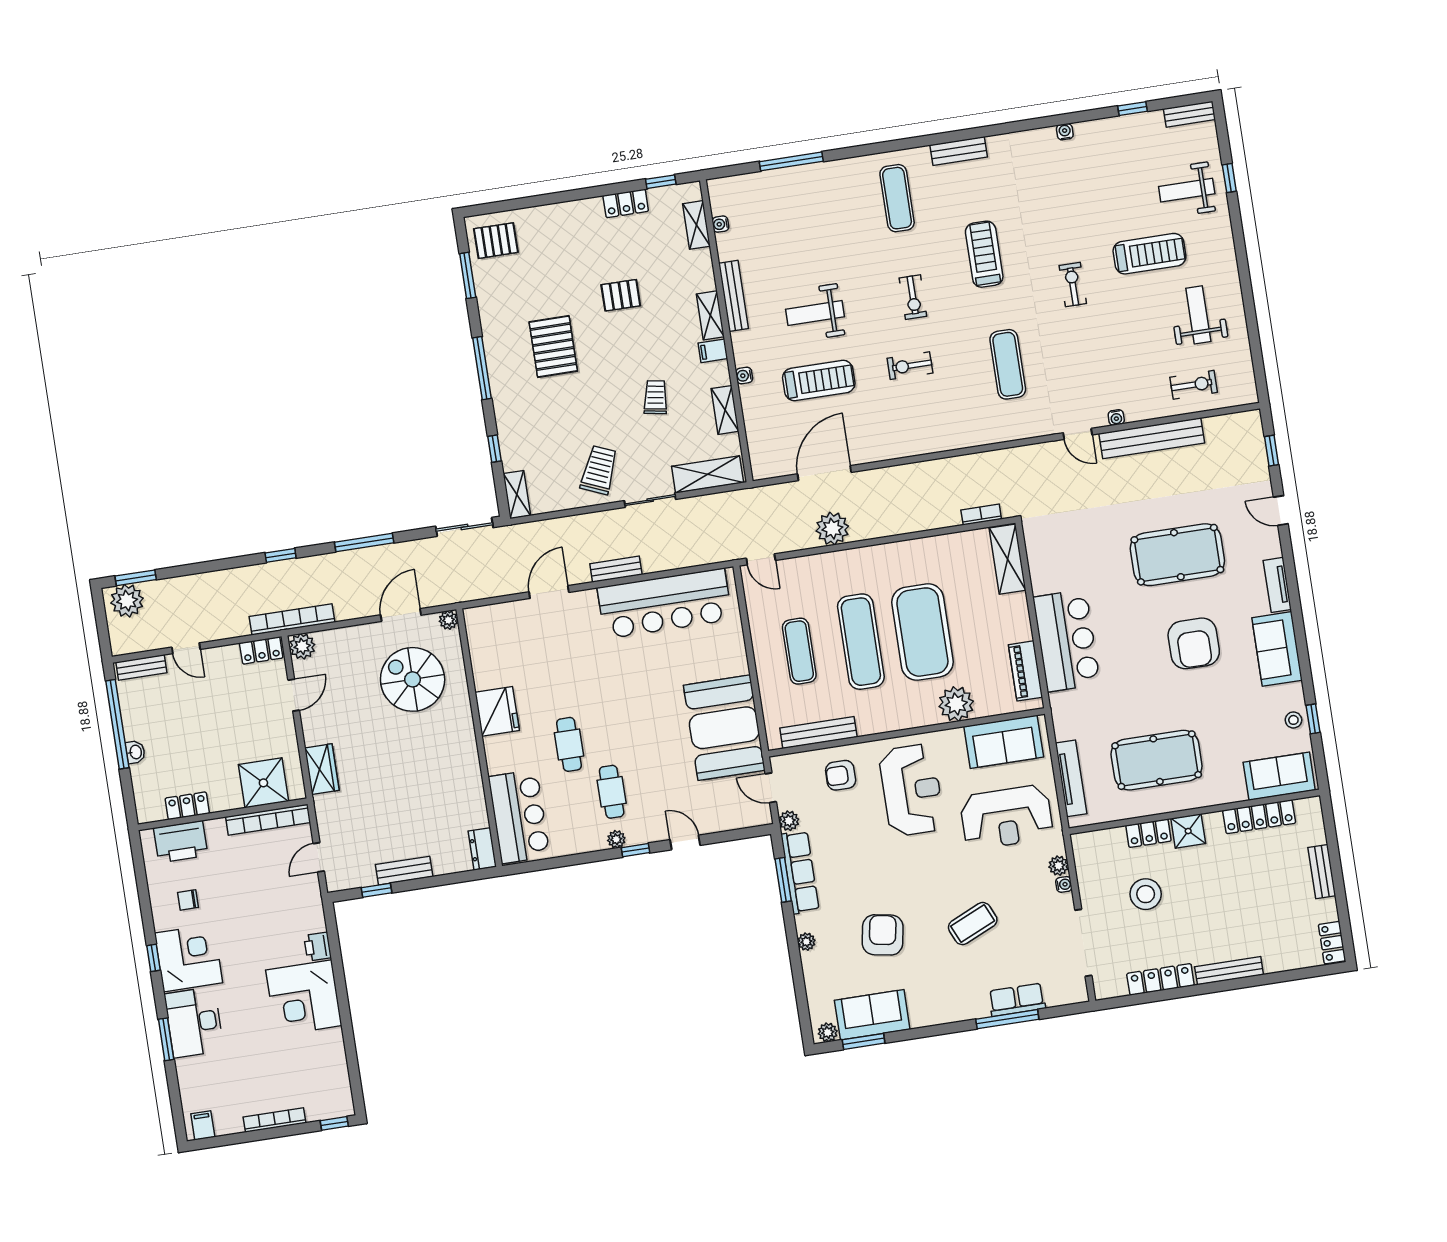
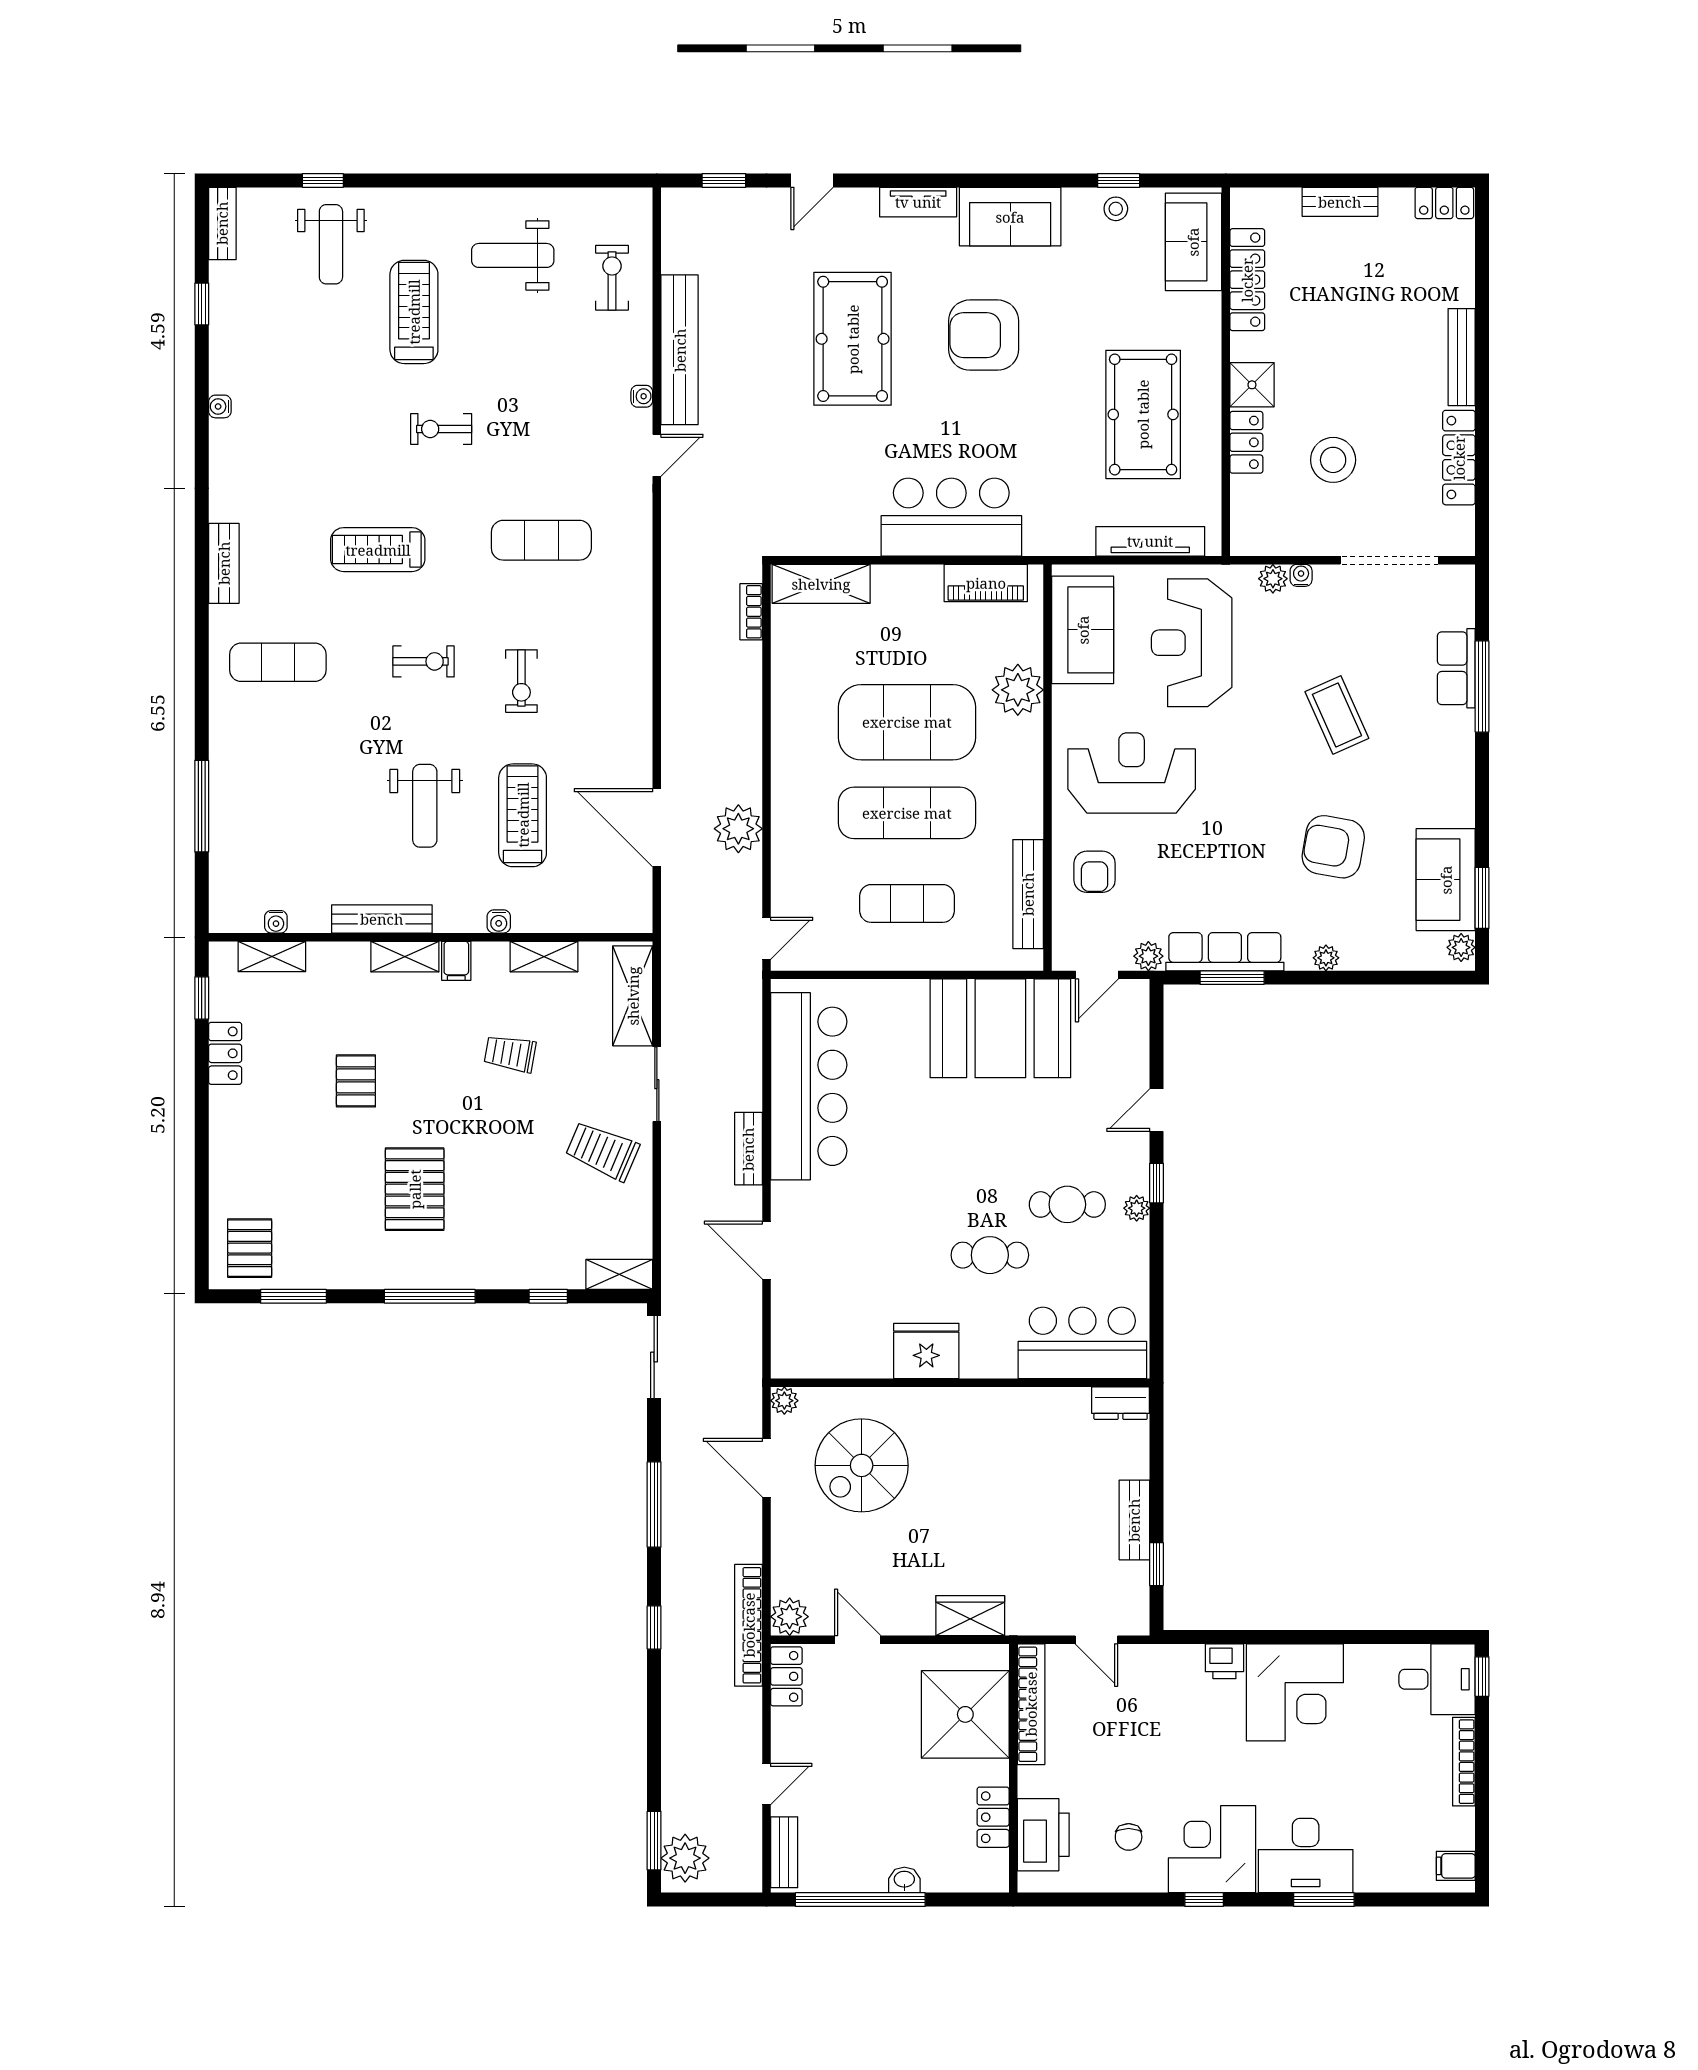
pallet: (553, 347) -> (415, 1189), turned 90
armchair: (1194, 643) -> (984, 335), turned 180
shower: (263, 783) -> (965, 1714), width x1.37, depth x1.37
reception desk: (1006, 817) -> (1192, 643), turned 180
desk: (328, 1093) -> (1437, 1679), added

